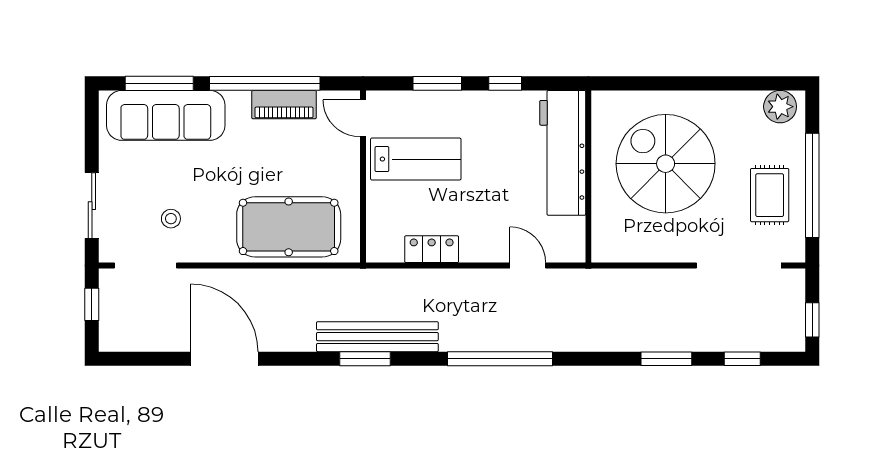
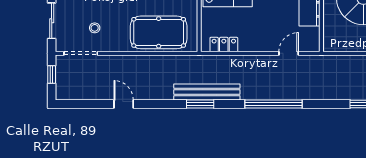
locker: (432, 249) -> (224, 44), moved
door: (528, 266) -> (289, 53), hinge flipped
door: (224, 359) -> (124, 104), width x0.53

